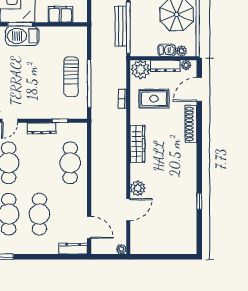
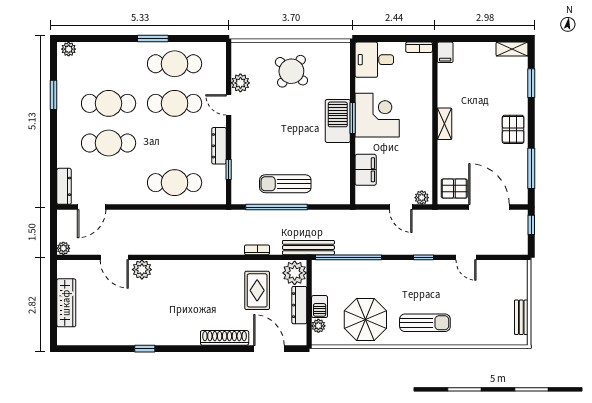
bench: (121, 26) -> (308, 248), moved
plant: (186, 65) -> (300, 332), removed
wardrobe: (137, 144) -> (66, 303), moved, turned -90
window: (199, 201) -> (145, 349), moved

